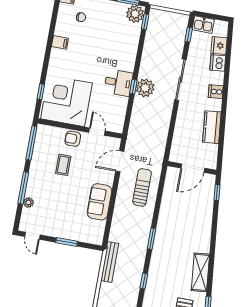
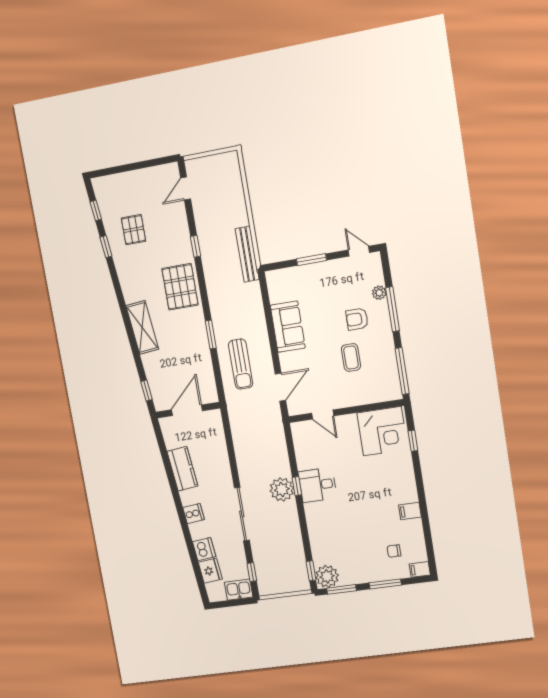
corner desk: (66, 101) -> (382, 431), width x0.74, depth x0.74
armchair: (73, 139) -> (357, 319), moved, turned 180
window: (152, 239) -> (211, 335), moved
pallet: (165, 257) -> (180, 287), added
shelving: (200, 272) -> (142, 327), moved

